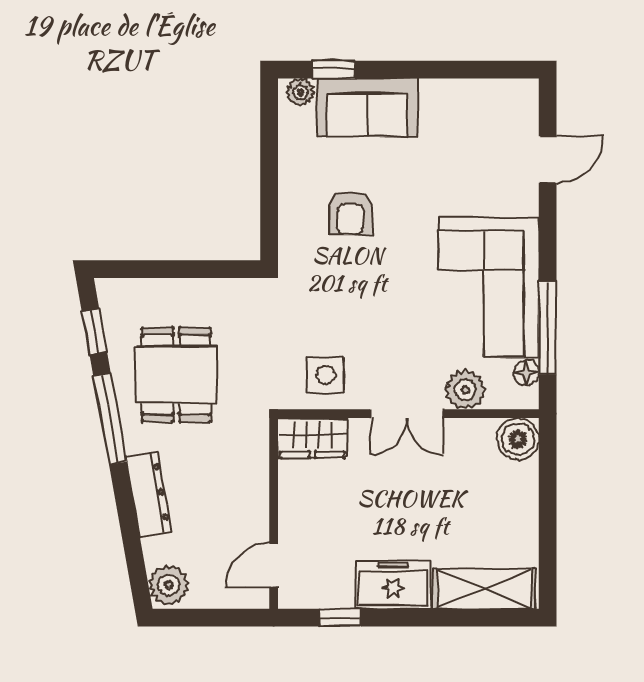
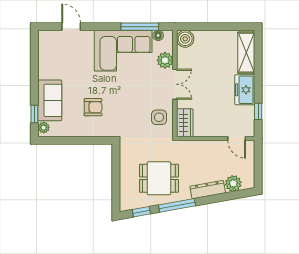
plant: (169, 585) -> (233, 183), moved

